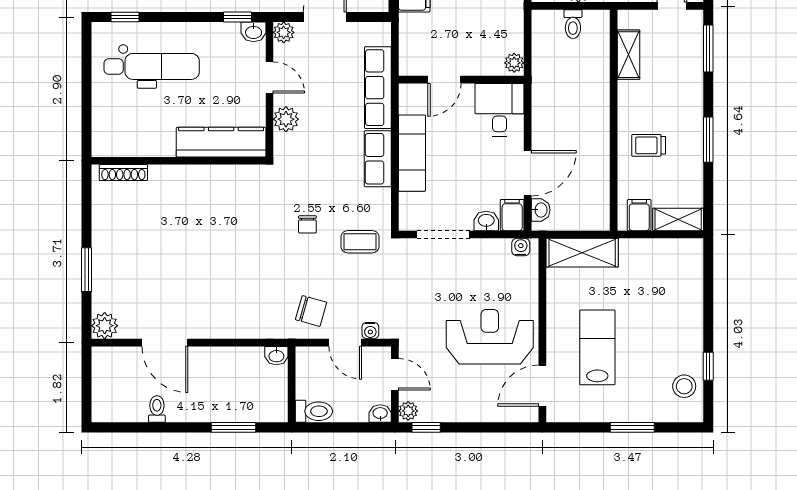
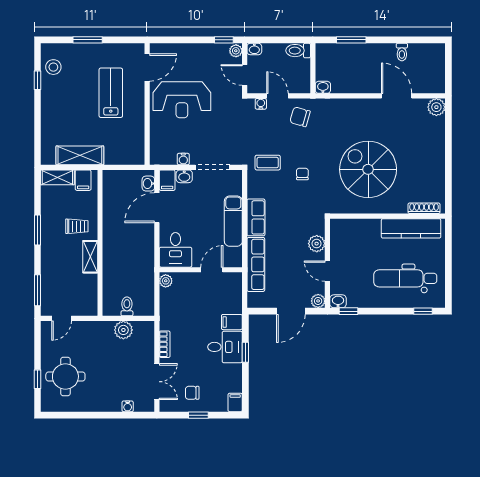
shelving: (628, 55) -> (90, 257), moved
kitchen counter: (221, 142) -> (411, 228), moved
spiral stairs: (208, 231) -> (368, 169), added
water cooler: (521, 247) -> (183, 159), moved
shelving: (582, 253) -> (80, 155), moved
window: (86, 270) -> (448, 144), removed
lab bench: (597, 347) -> (111, 93), turned 180

